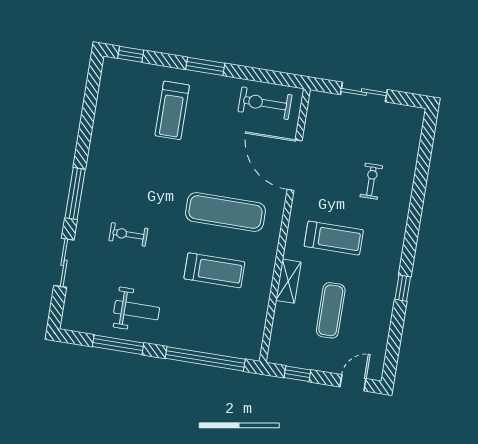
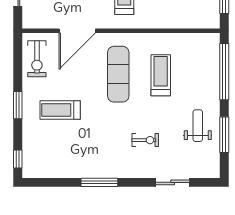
treadmill: (172, 110) -> (60, 110), moved, turned 180
window: (75, 194) -> (99, 182), moved
exercise bike: (128, 234) -> (145, 140), turned -90
shelving: (288, 281) -> (160, 22), removed

